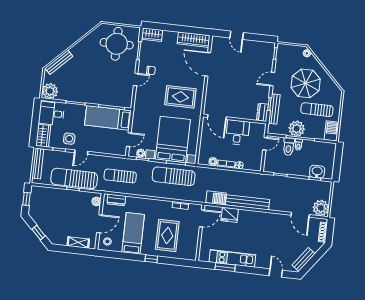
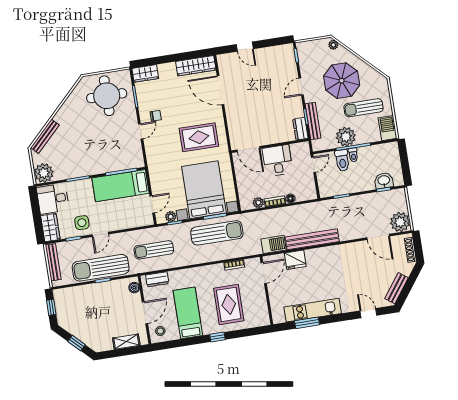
sun lounger: (174, 176) -> (217, 233), turned 180

